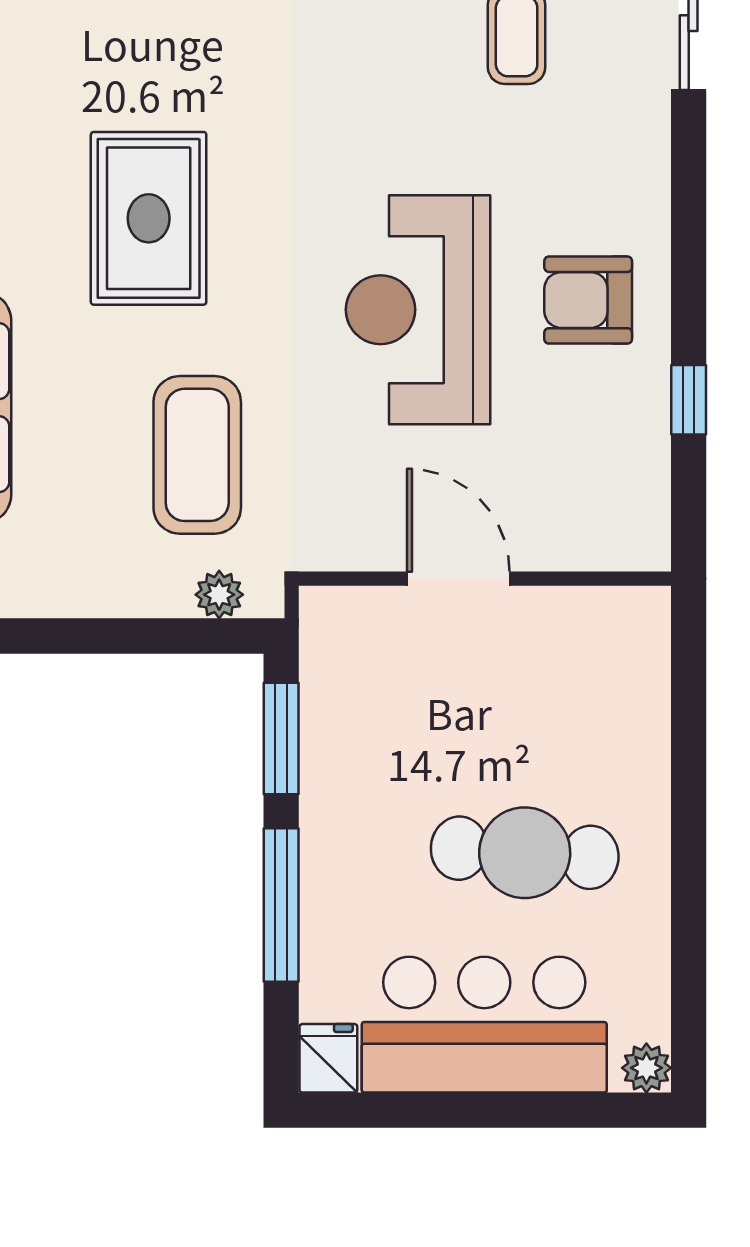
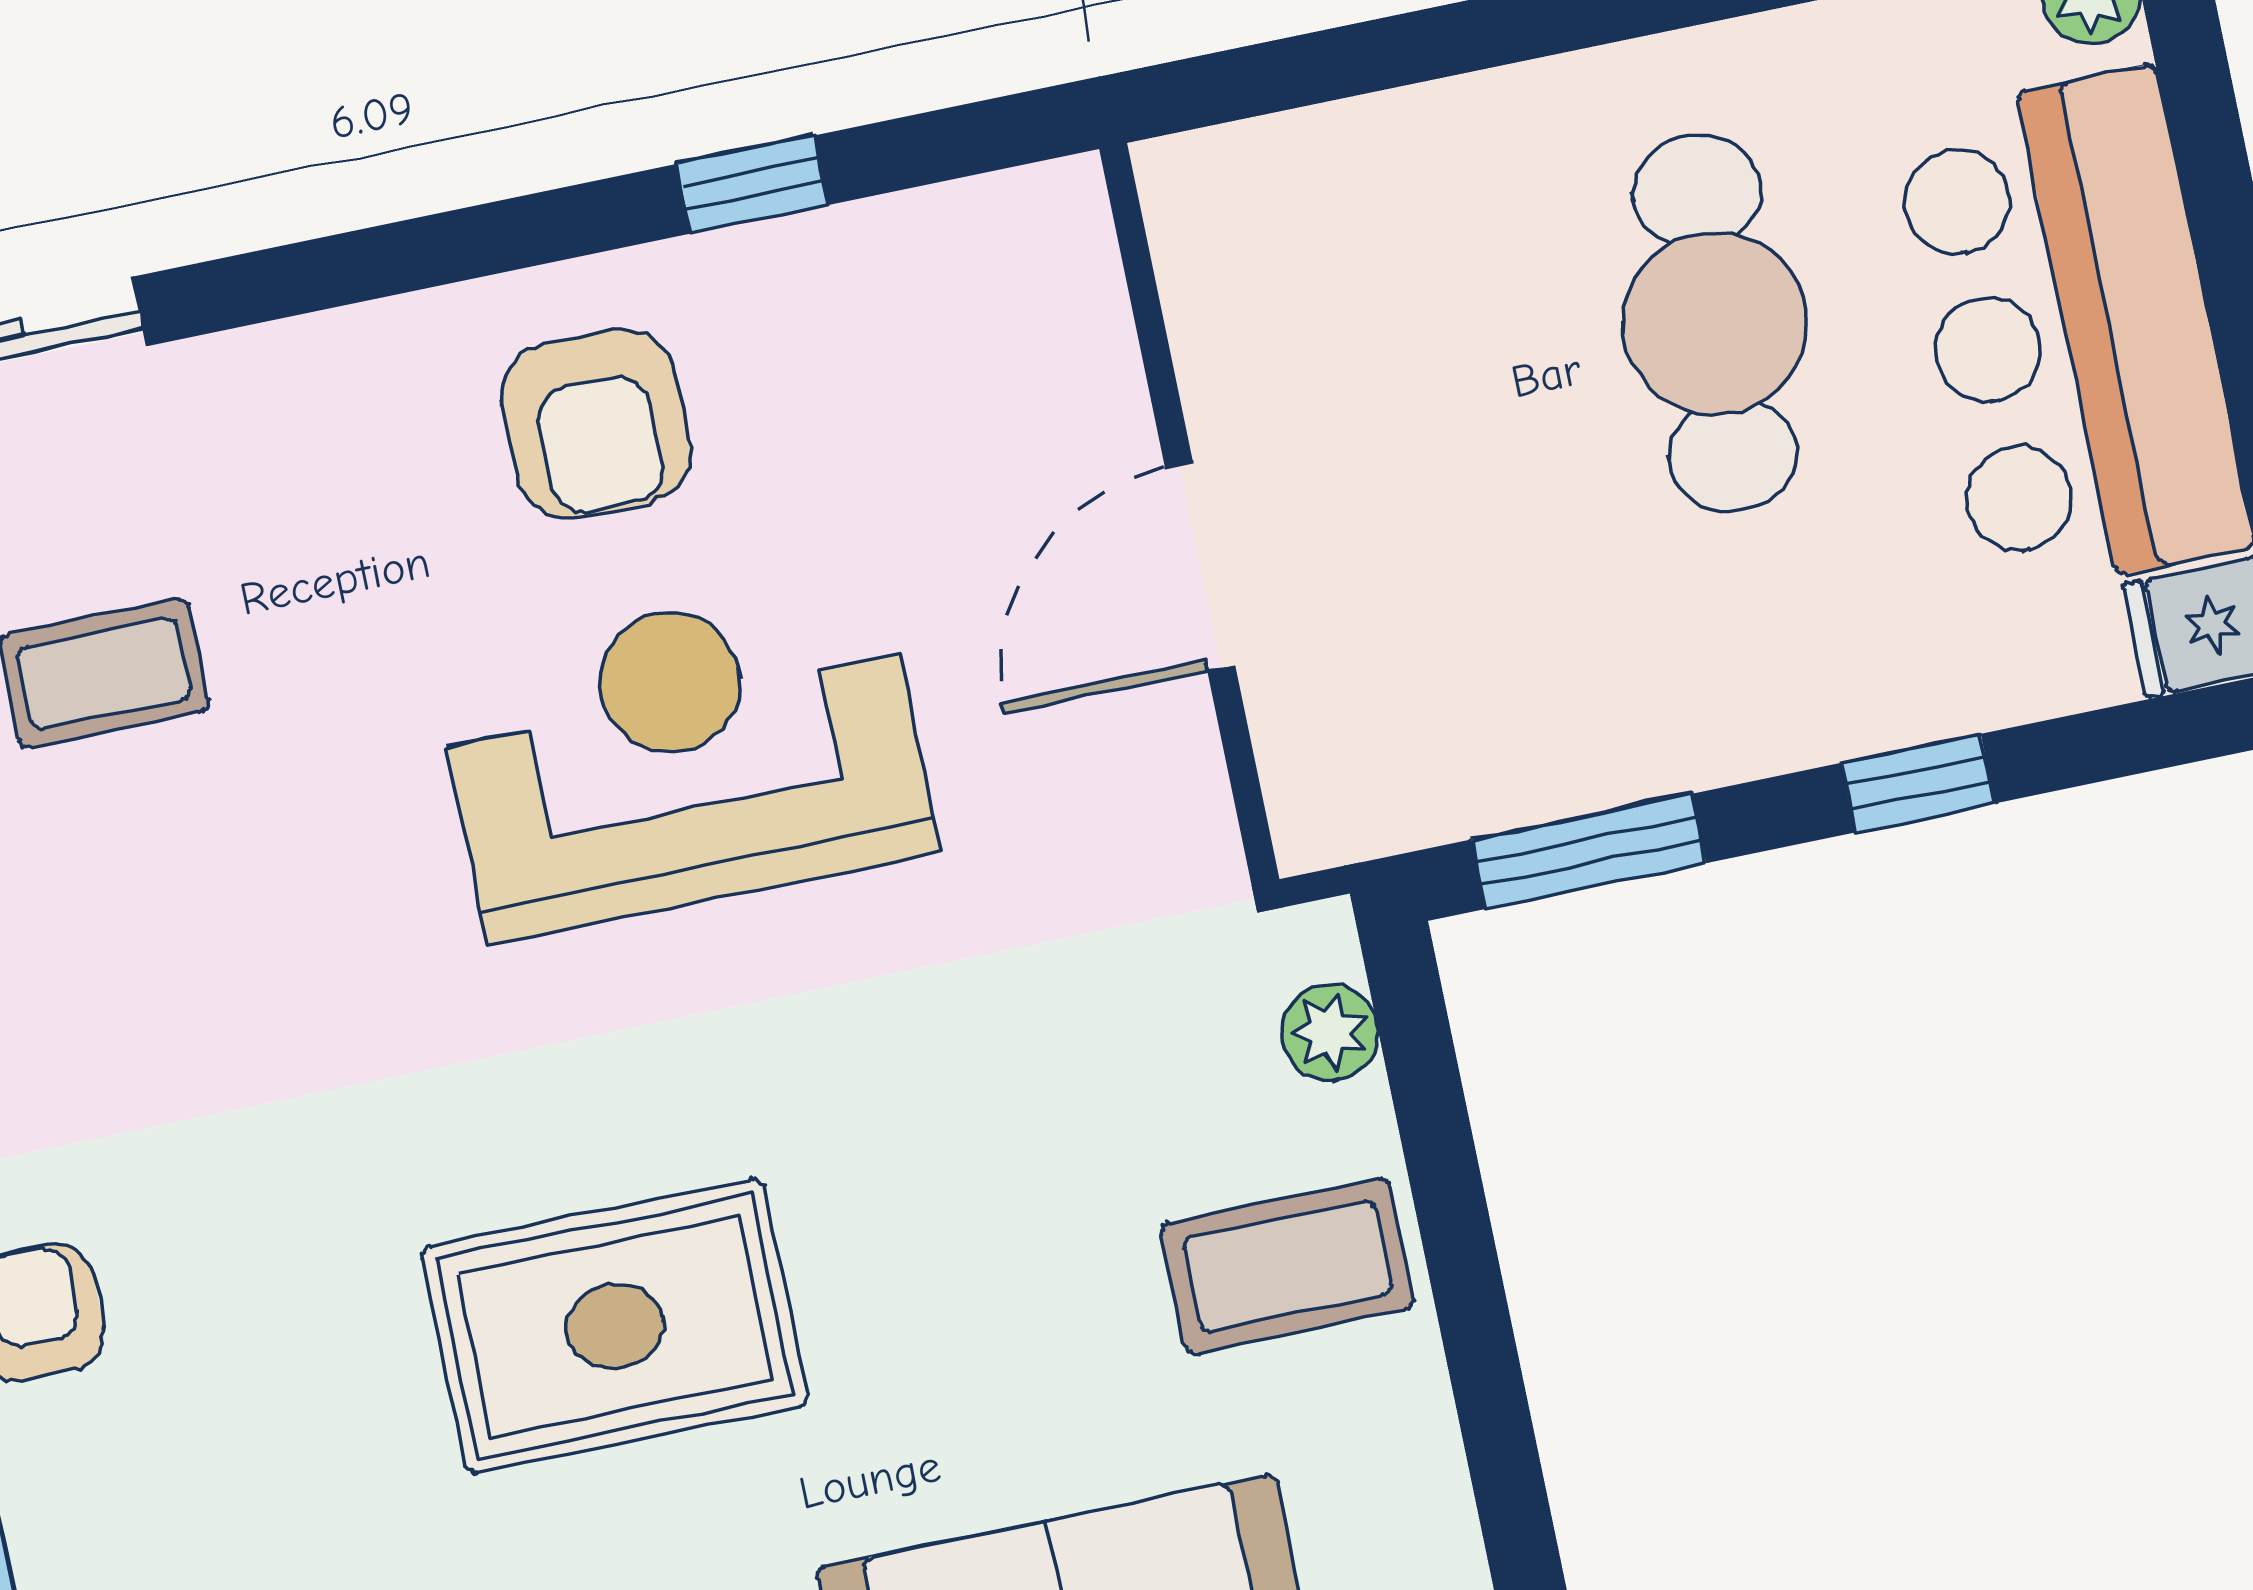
reception desk: (418, 310) -> (685, 756), turned 180
coffee table: (197, 455) -> (1288, 1266), moved, width x0.73, depth x0.76
window: (281, 905) -> (1918, 783), width x0.46

